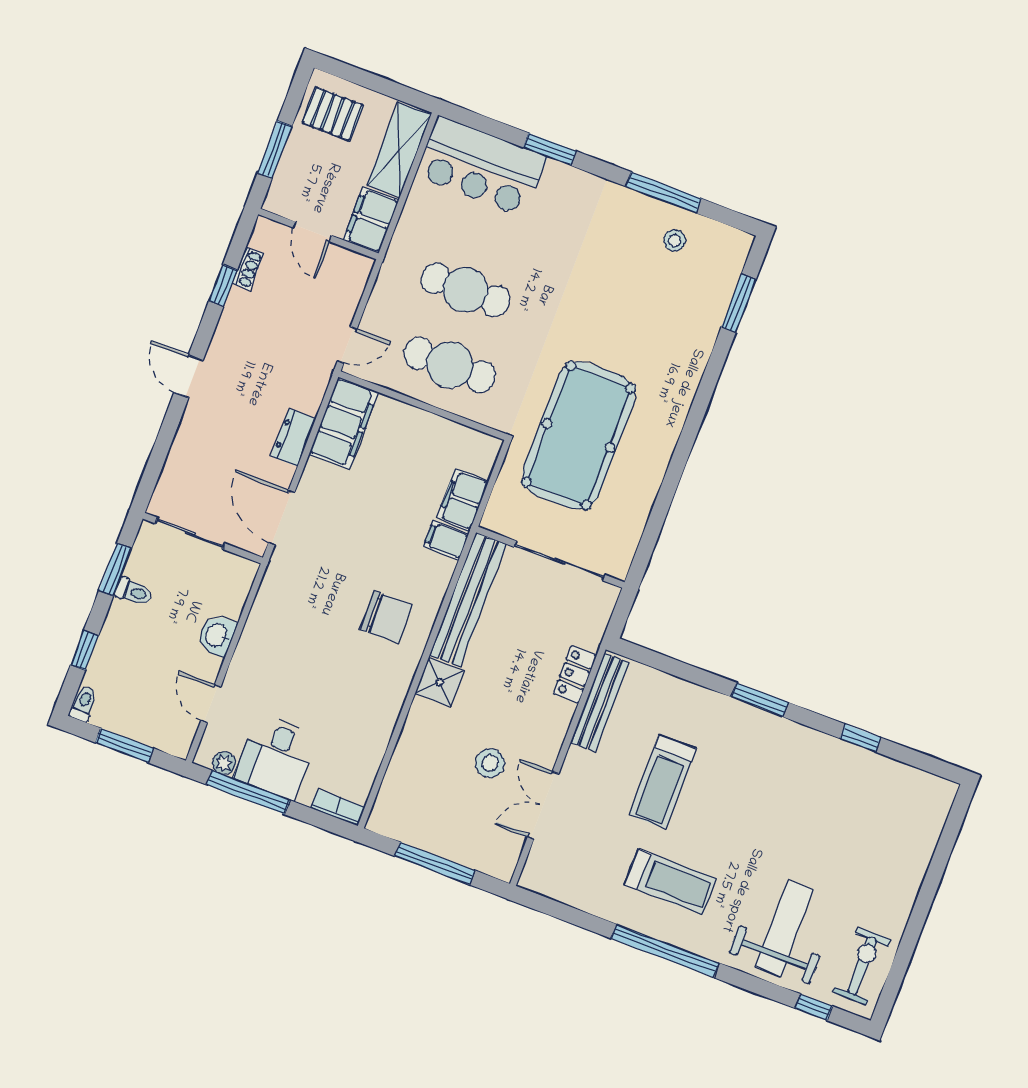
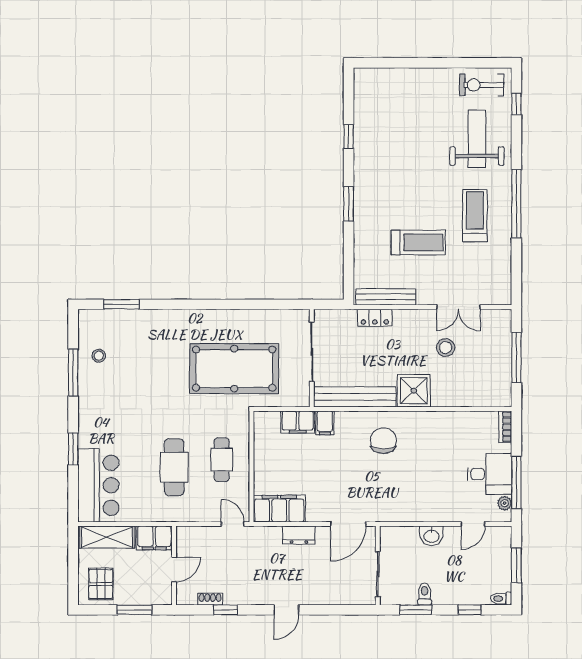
cafe table: (450, 365) -> (222, 460), width x0.73, depth x0.74
shower: (440, 682) -> (414, 391), width x1.36, depth x1.36
weight bench: (784, 928) -> (477, 139), turned 90

